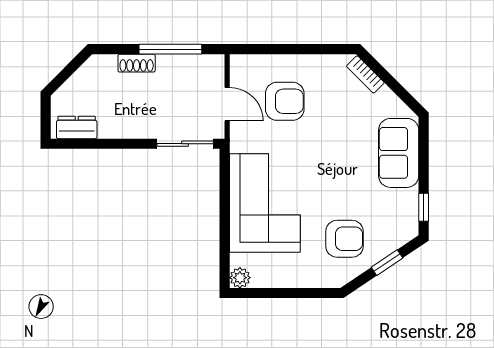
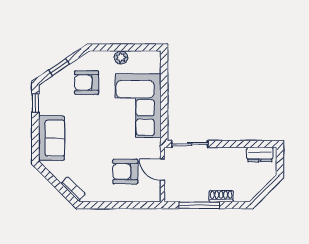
plant: (240, 278) -> (121, 57), moved

